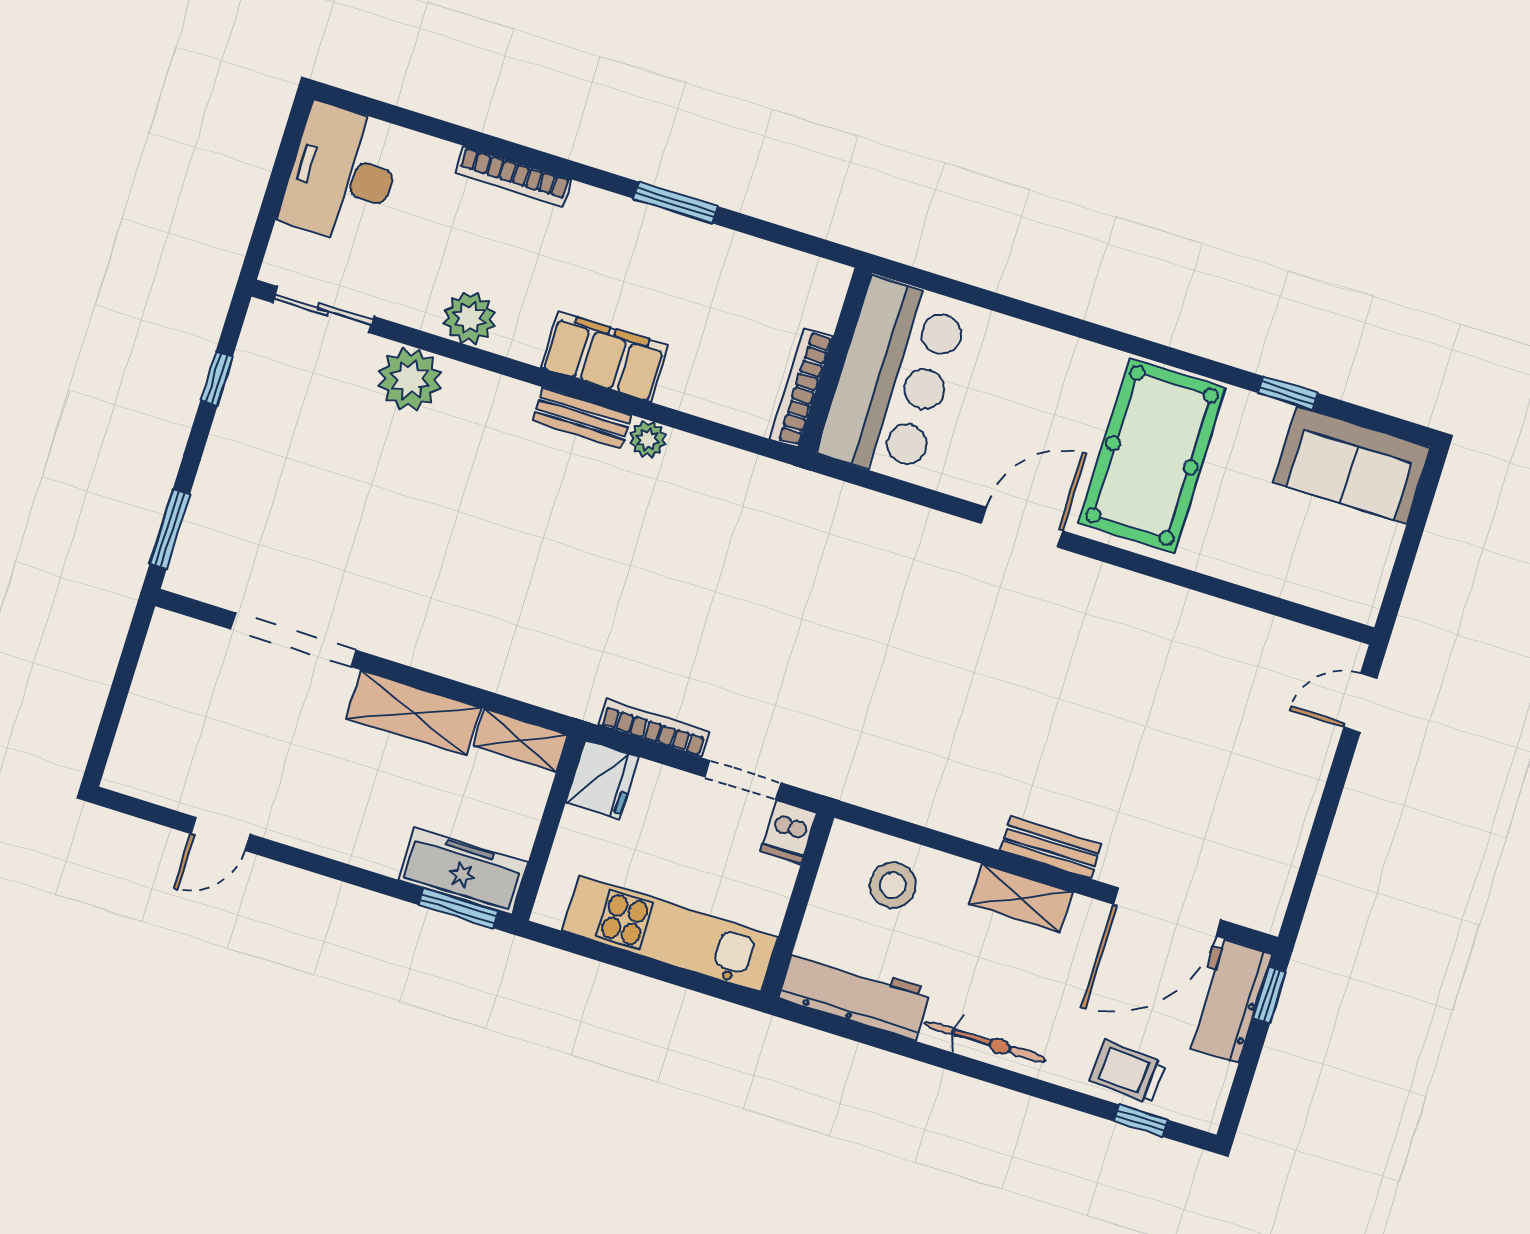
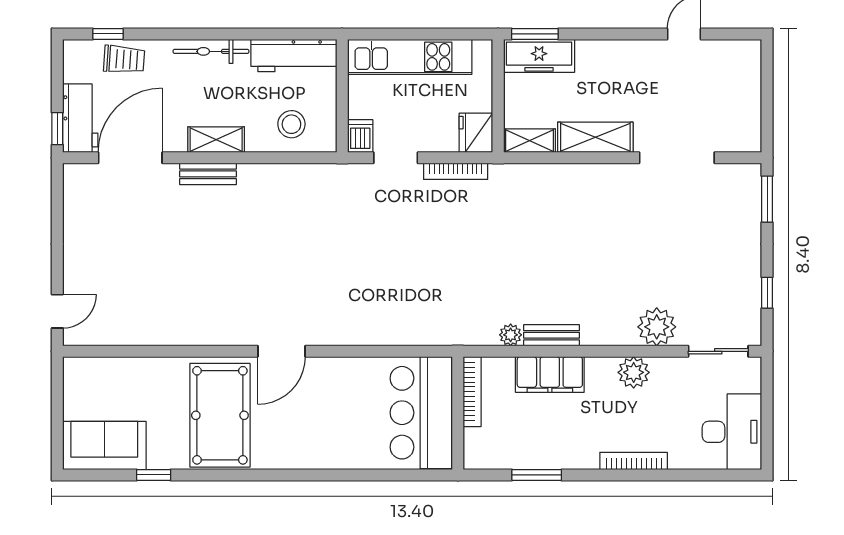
wall: (835, 361) -> (458, 413), moved
bar counter: (893, 379) -> (421, 413), moved
bookcase: (802, 388) -> (472, 392), moved

